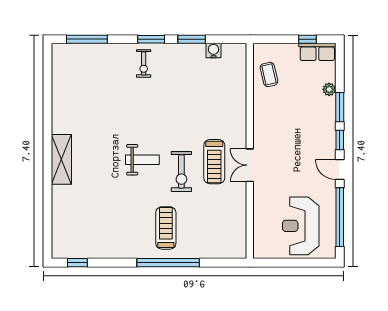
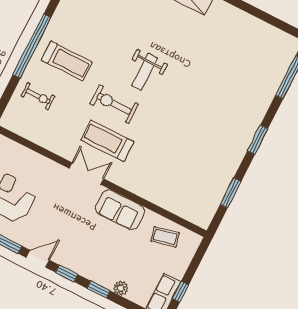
window: (192, 39) -> (231, 193), moved
water cooler: (213, 50) -> (216, 195), removed
exercise bike: (144, 63) -> (38, 96), moved, turned 180
window: (340, 107) -> (99, 290), width x0.67
sofa: (265, 123) -> (120, 210), added

